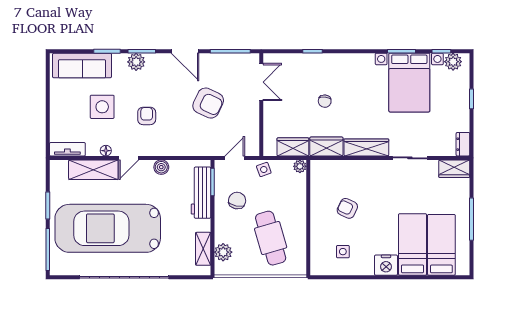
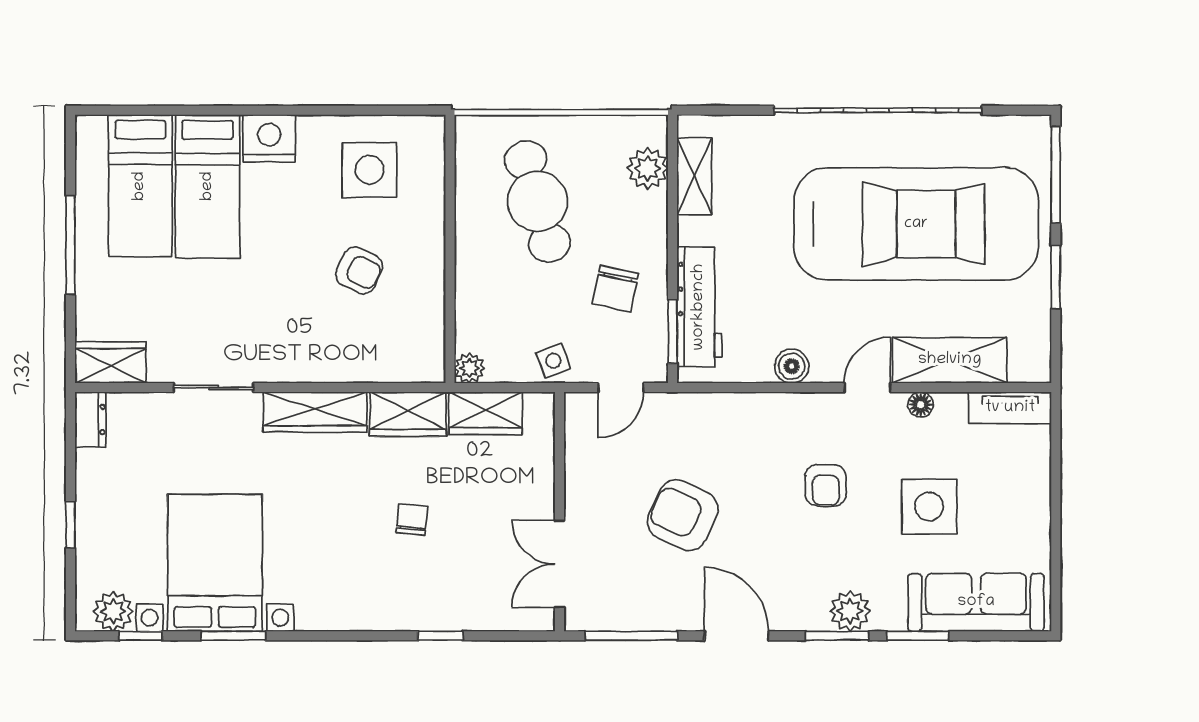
side table: (343, 252) -> (369, 170), width x1.87, depth x1.87

